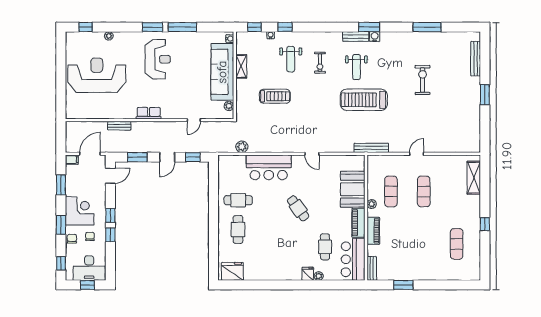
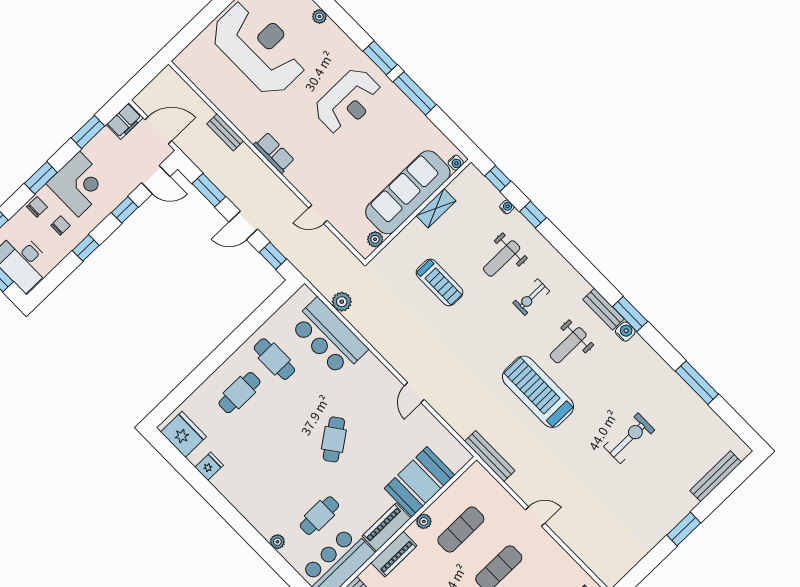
filing cabinet: (72, 160) -> (125, 121), width x2.00
bar counter: (269, 167) -> (329, 337), moved
window: (110, 215) -> (125, 210), moved
fridge: (308, 274) -> (209, 466), moved

